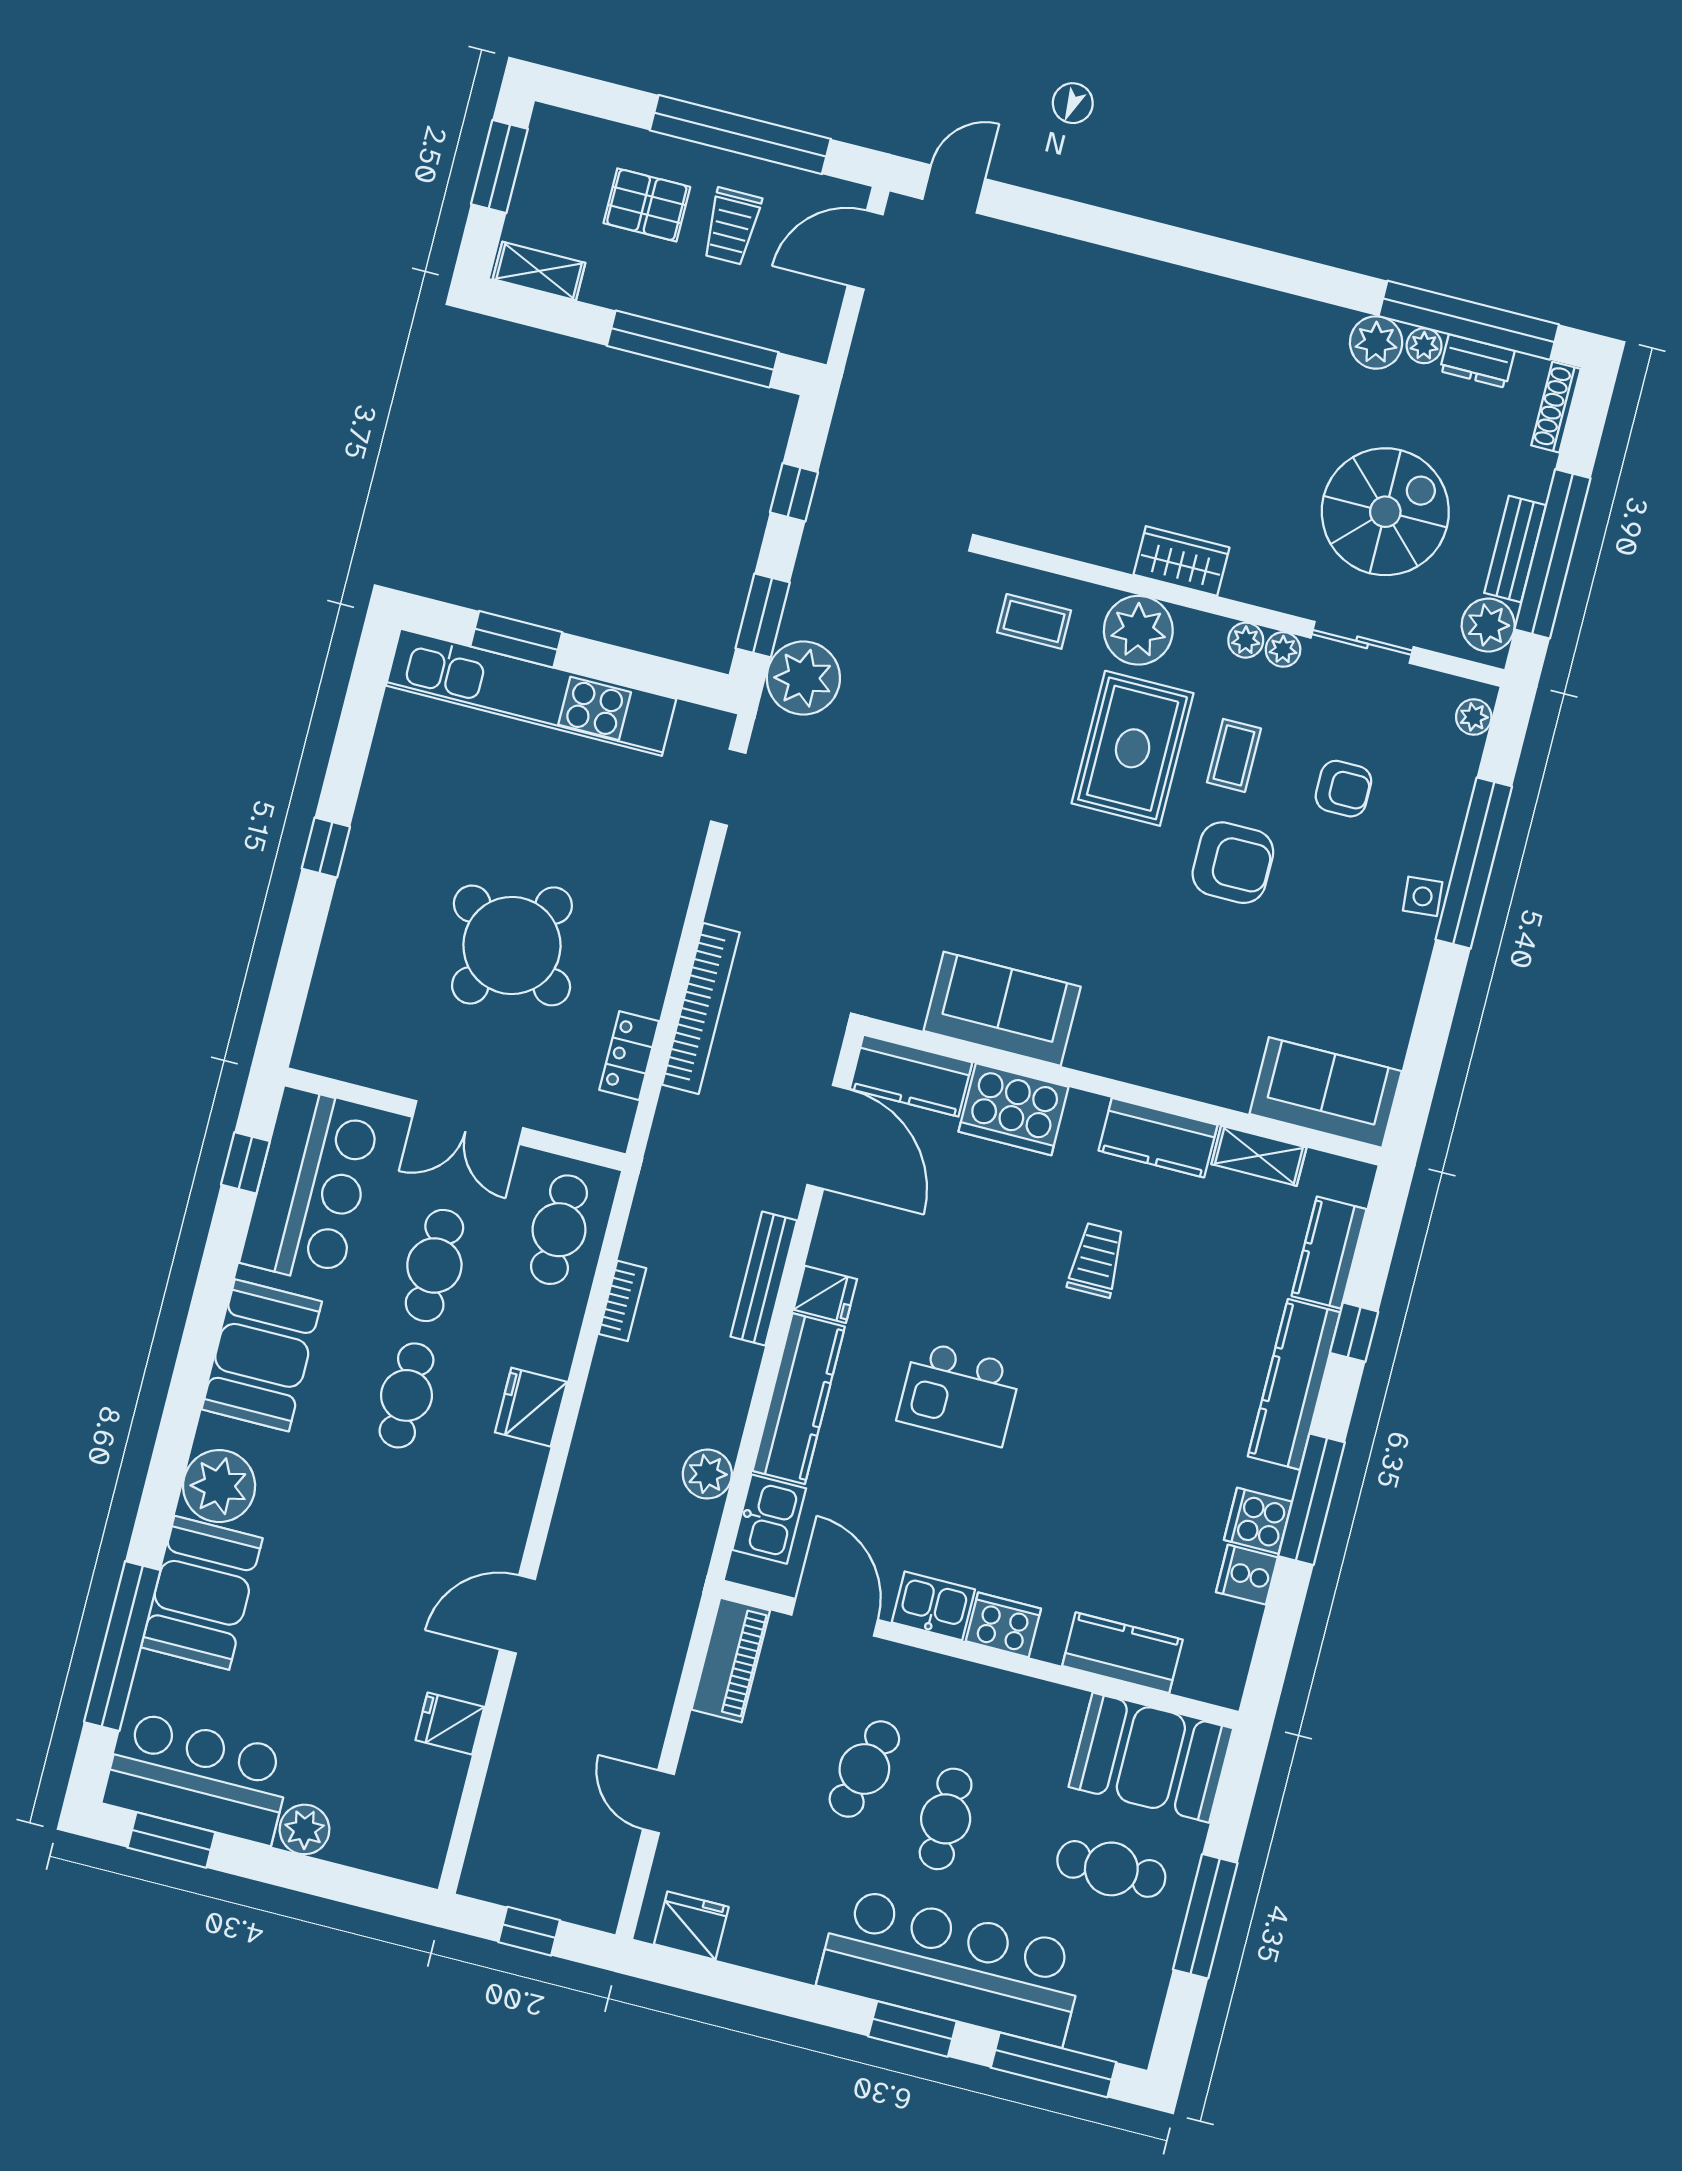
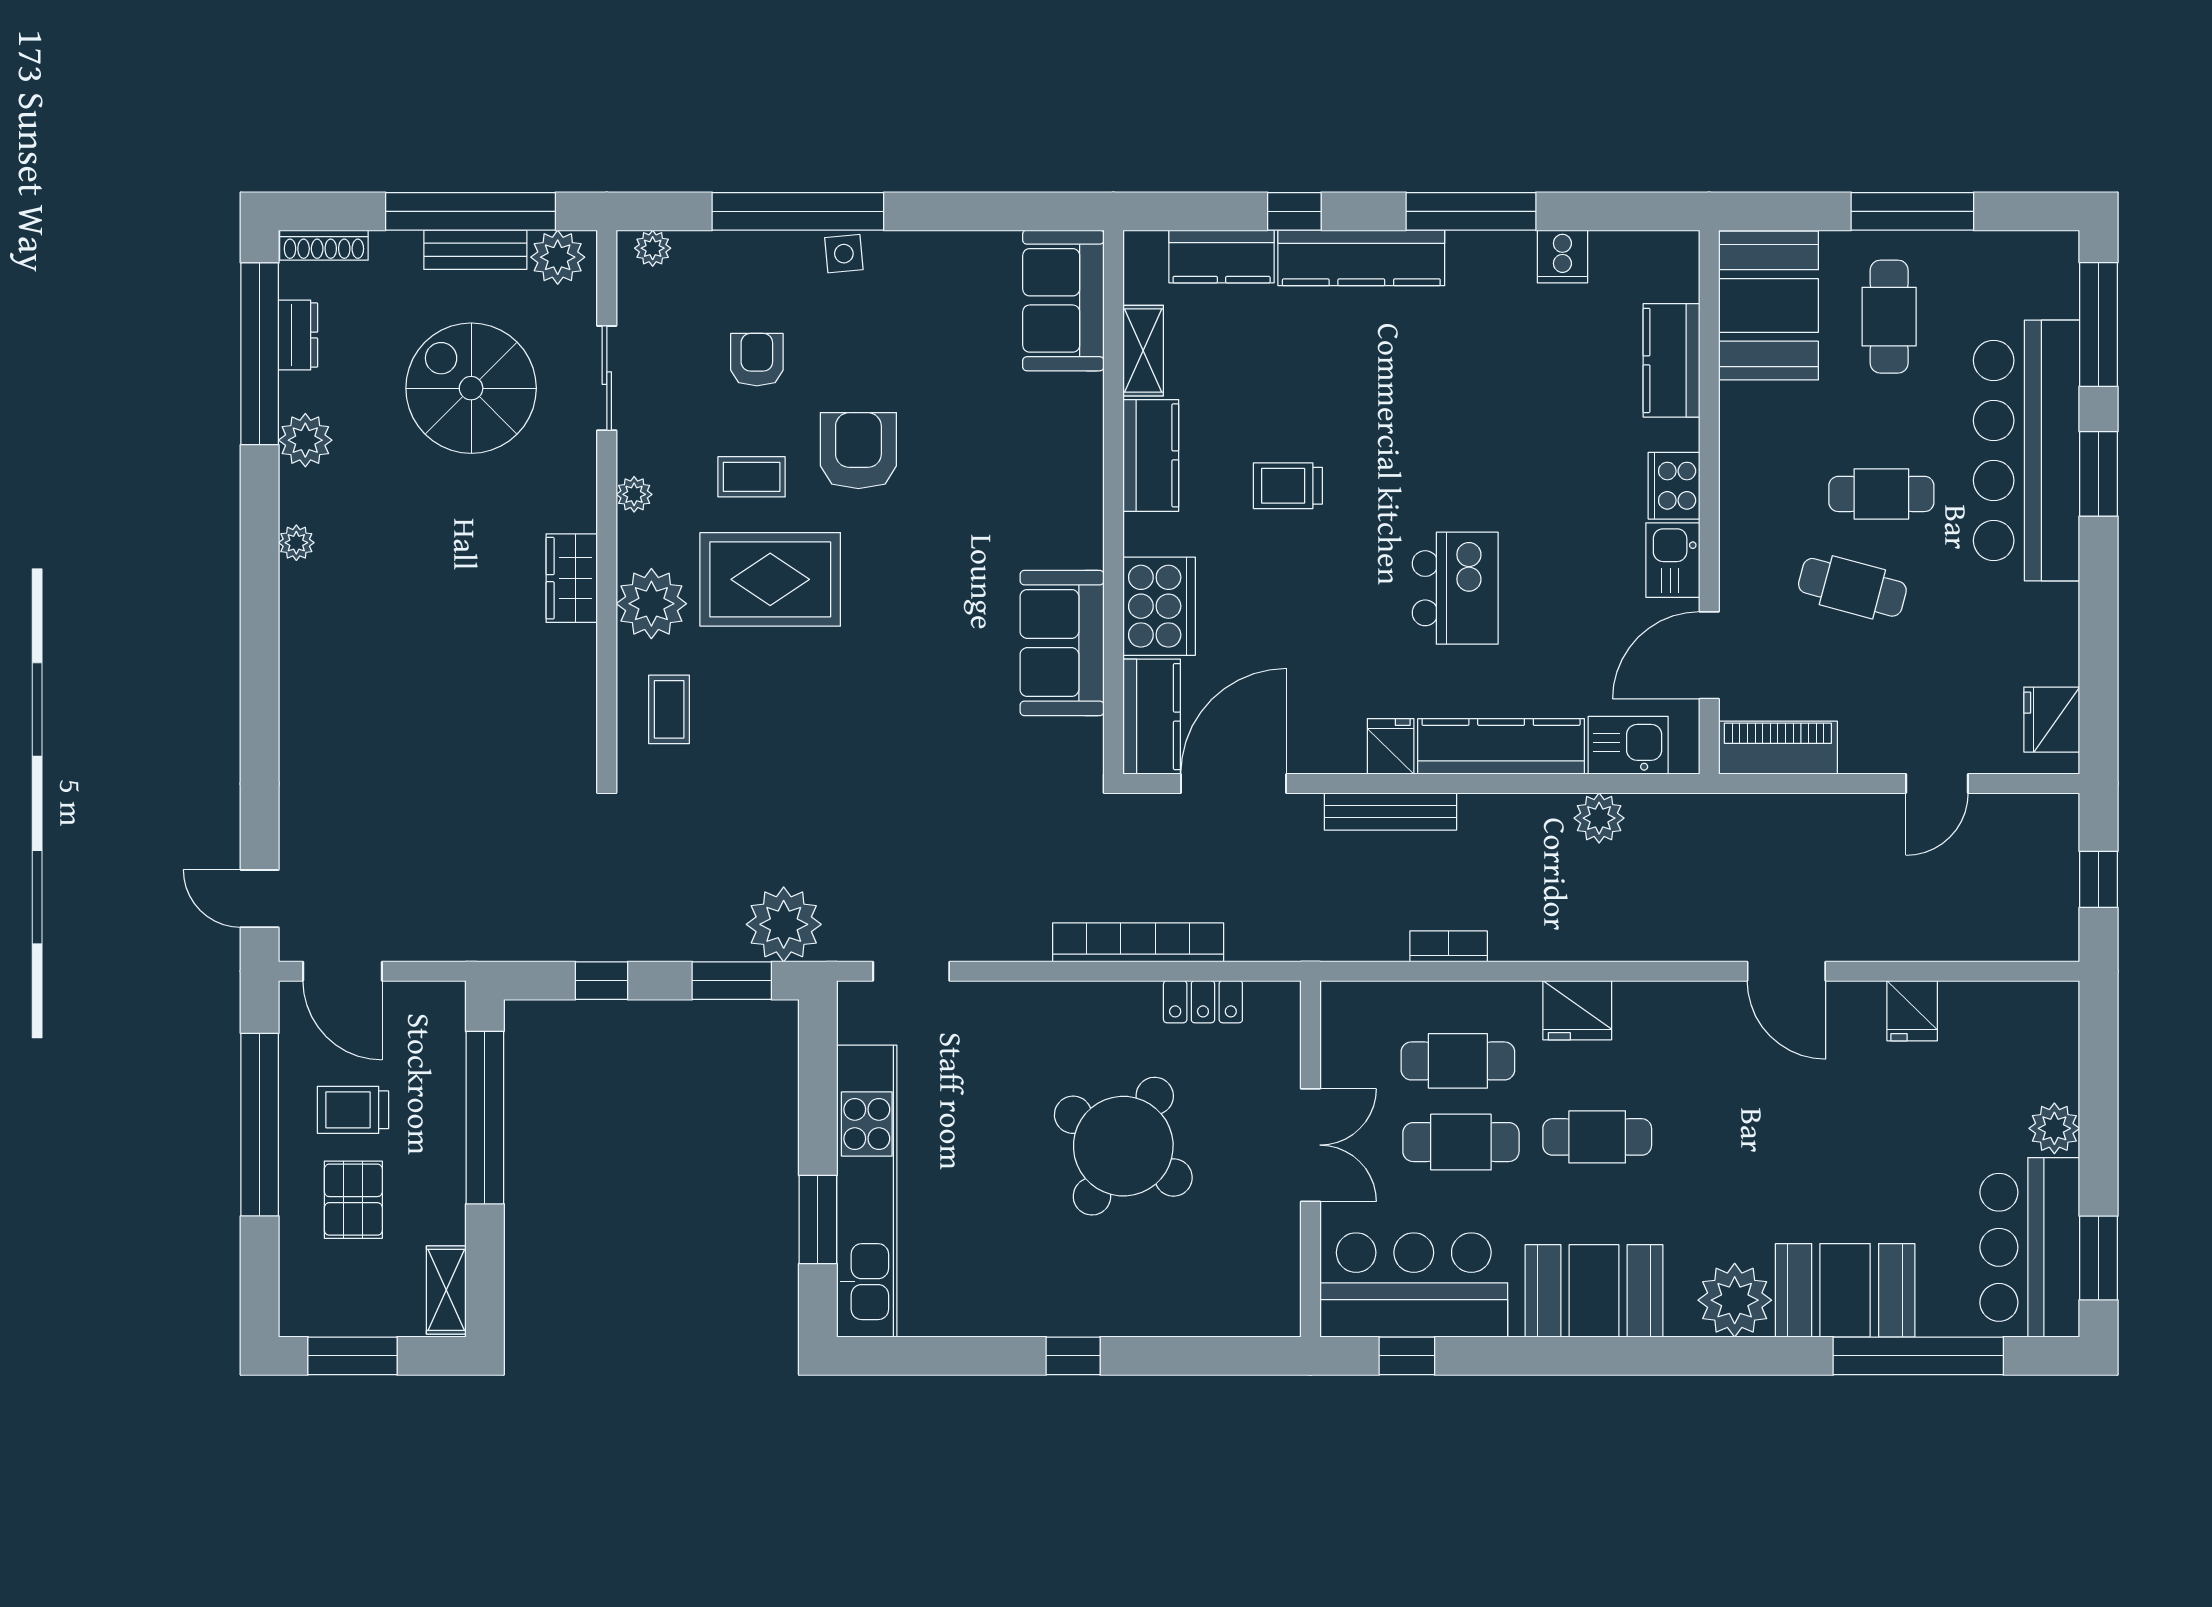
trolley: (732, 226) -> (353, 1110), turned 180
plant: (1424, 346) -> (296, 543), moved
plant: (1283, 649) -> (634, 455), removed
cafe table: (559, 1230) -> (1458, 1061), moved
cooker: (1258, 1521) -> (1506, 259), removed

